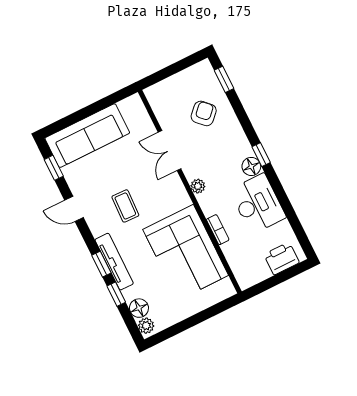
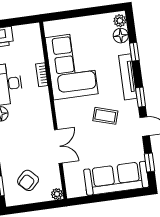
armchair: (204, 113) -> (28, 180), moved
plant: (198, 186) -> (57, 194), moved
coffee table: (125, 206) -> (105, 116), turned -75
window: (101, 264) -> (141, 97), moved

